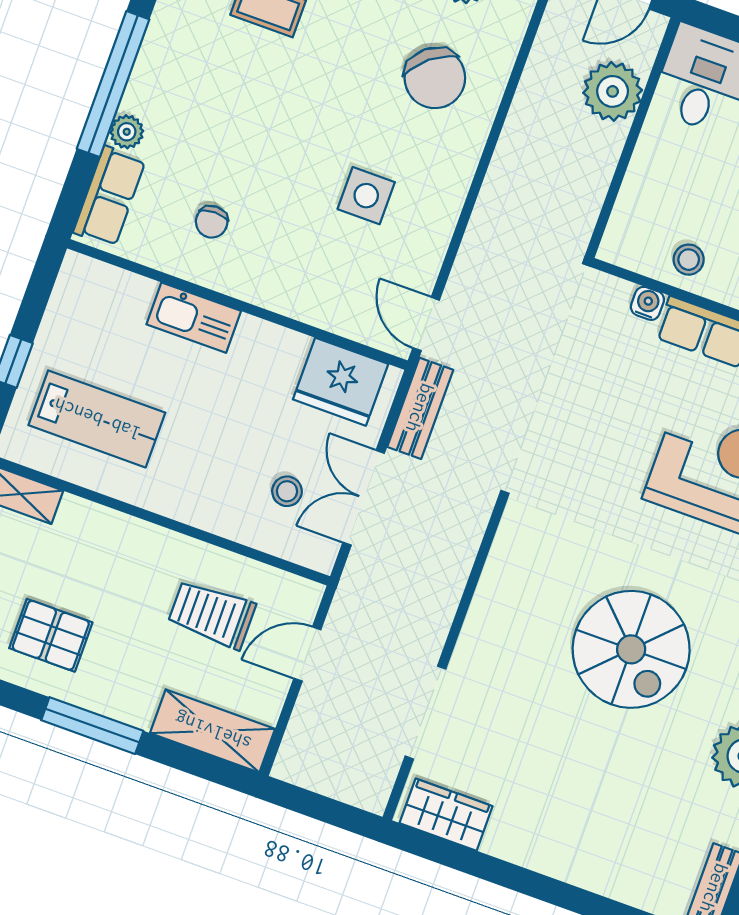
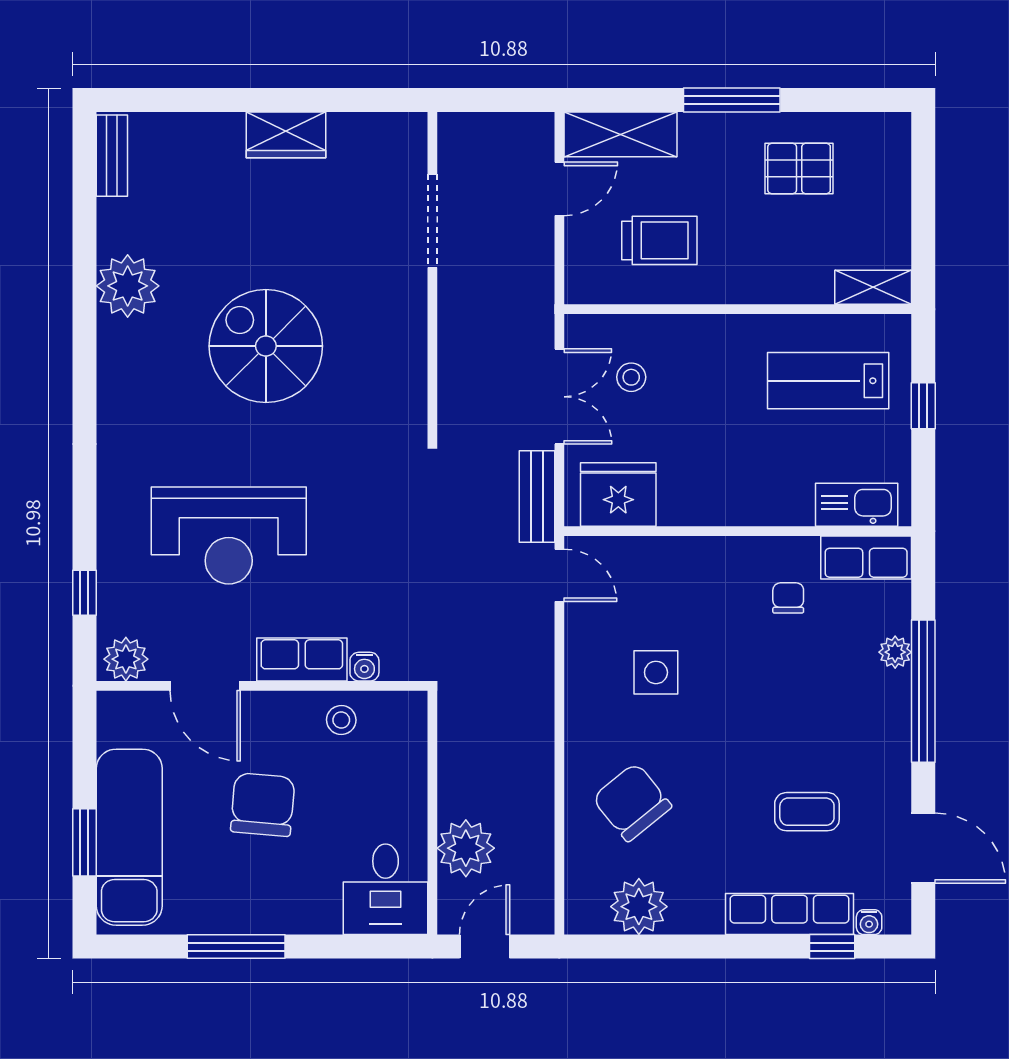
row of seats: (109, 196) -> (866, 558), moved, turned -90
kitchen sink: (194, 318) -> (857, 505), moved
door: (307, 654) -> (559, 189), moved
wardrobe: (446, 815) -> (286, 135), moved

